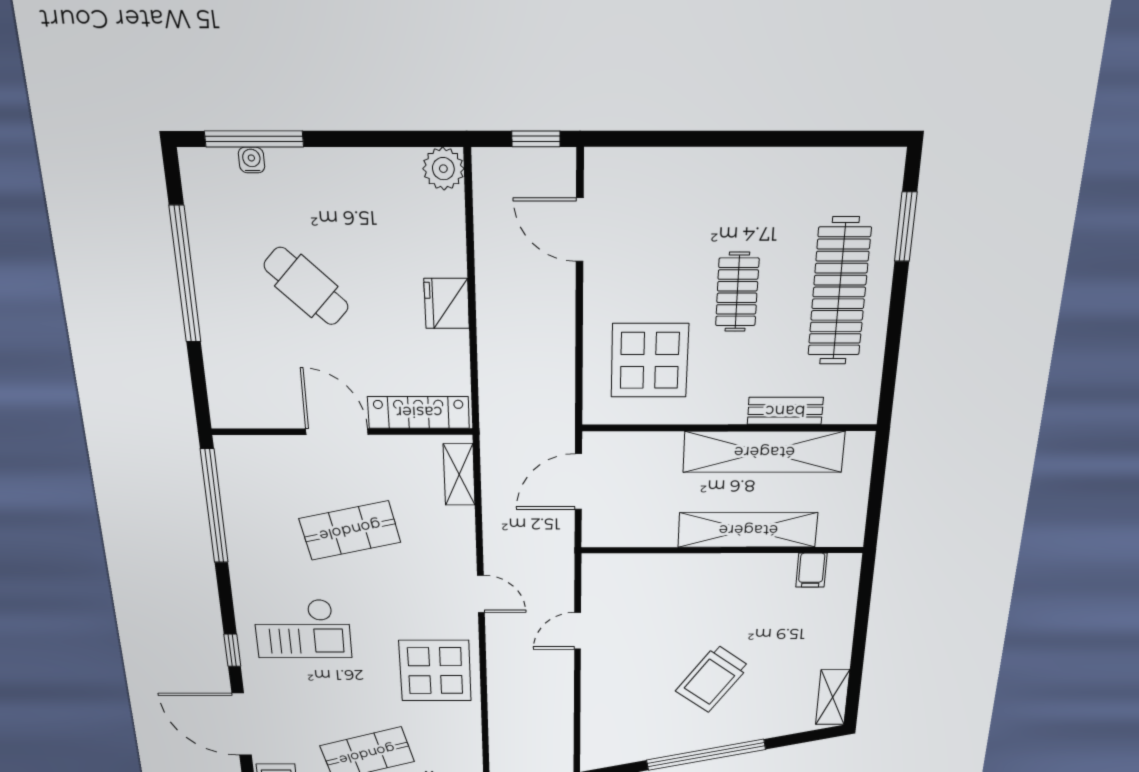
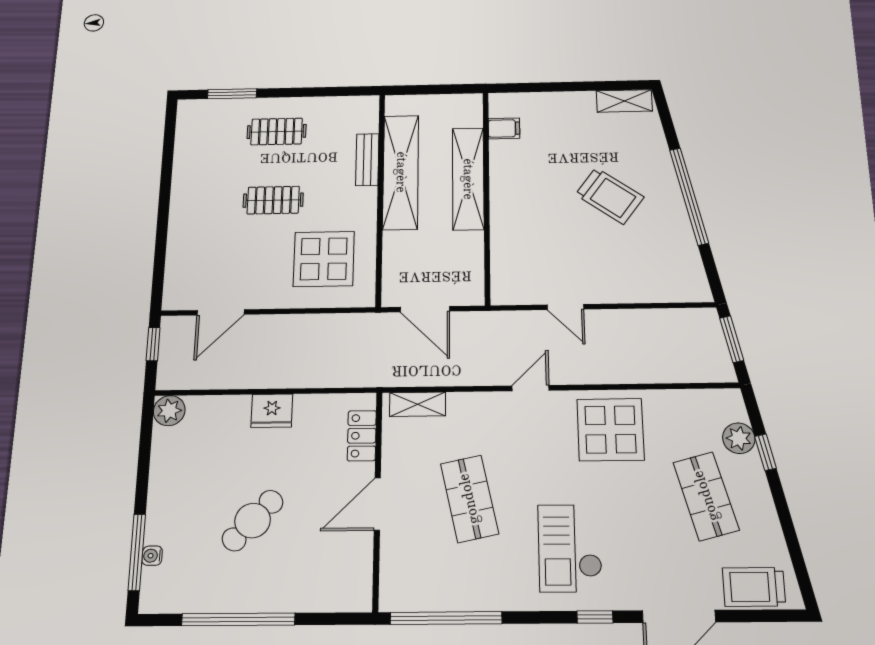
clothes rail: (839, 292) -> (277, 132), width x0.54, depth x0.76
locker: (419, 412) -> (362, 436), width x0.66
checkout: (303, 629) -> (570, 548), turned 180

